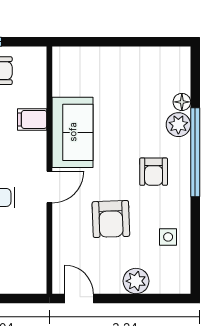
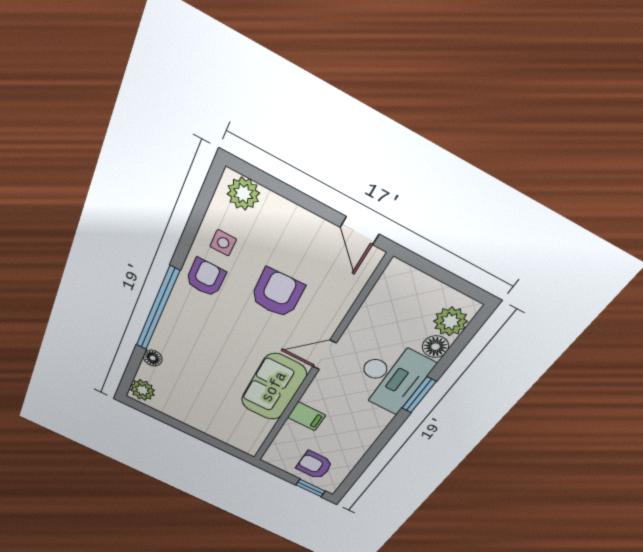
plant: (178, 125) -> (142, 390), moved
armchair: (154, 172) -> (206, 278), moved
plant: (136, 281) -> (243, 194), moved

